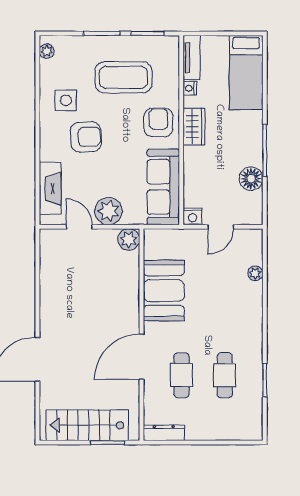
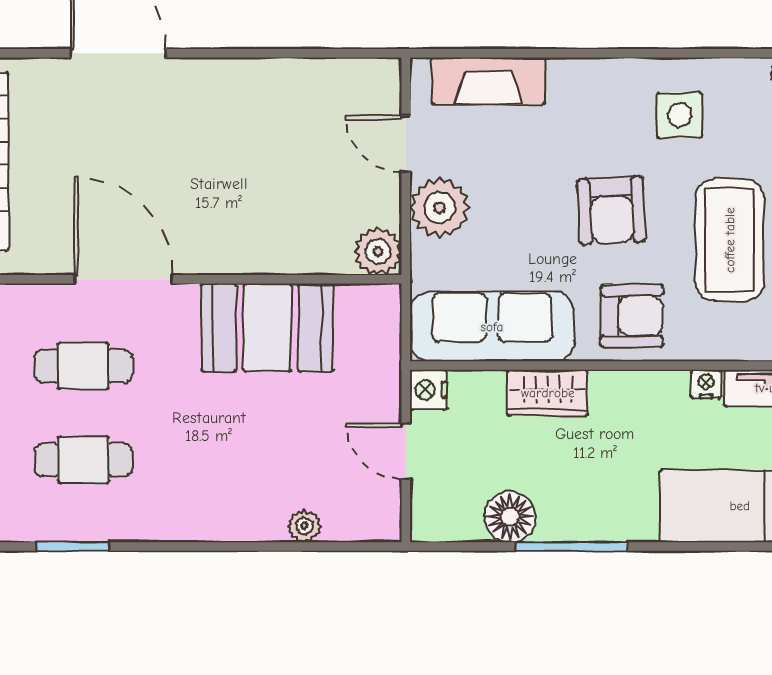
wardrobe: (194, 127) -> (548, 393), moved
armchair: (86, 137) -> (611, 211), moved
door: (79, 227) -> (406, 144), swing flipped

